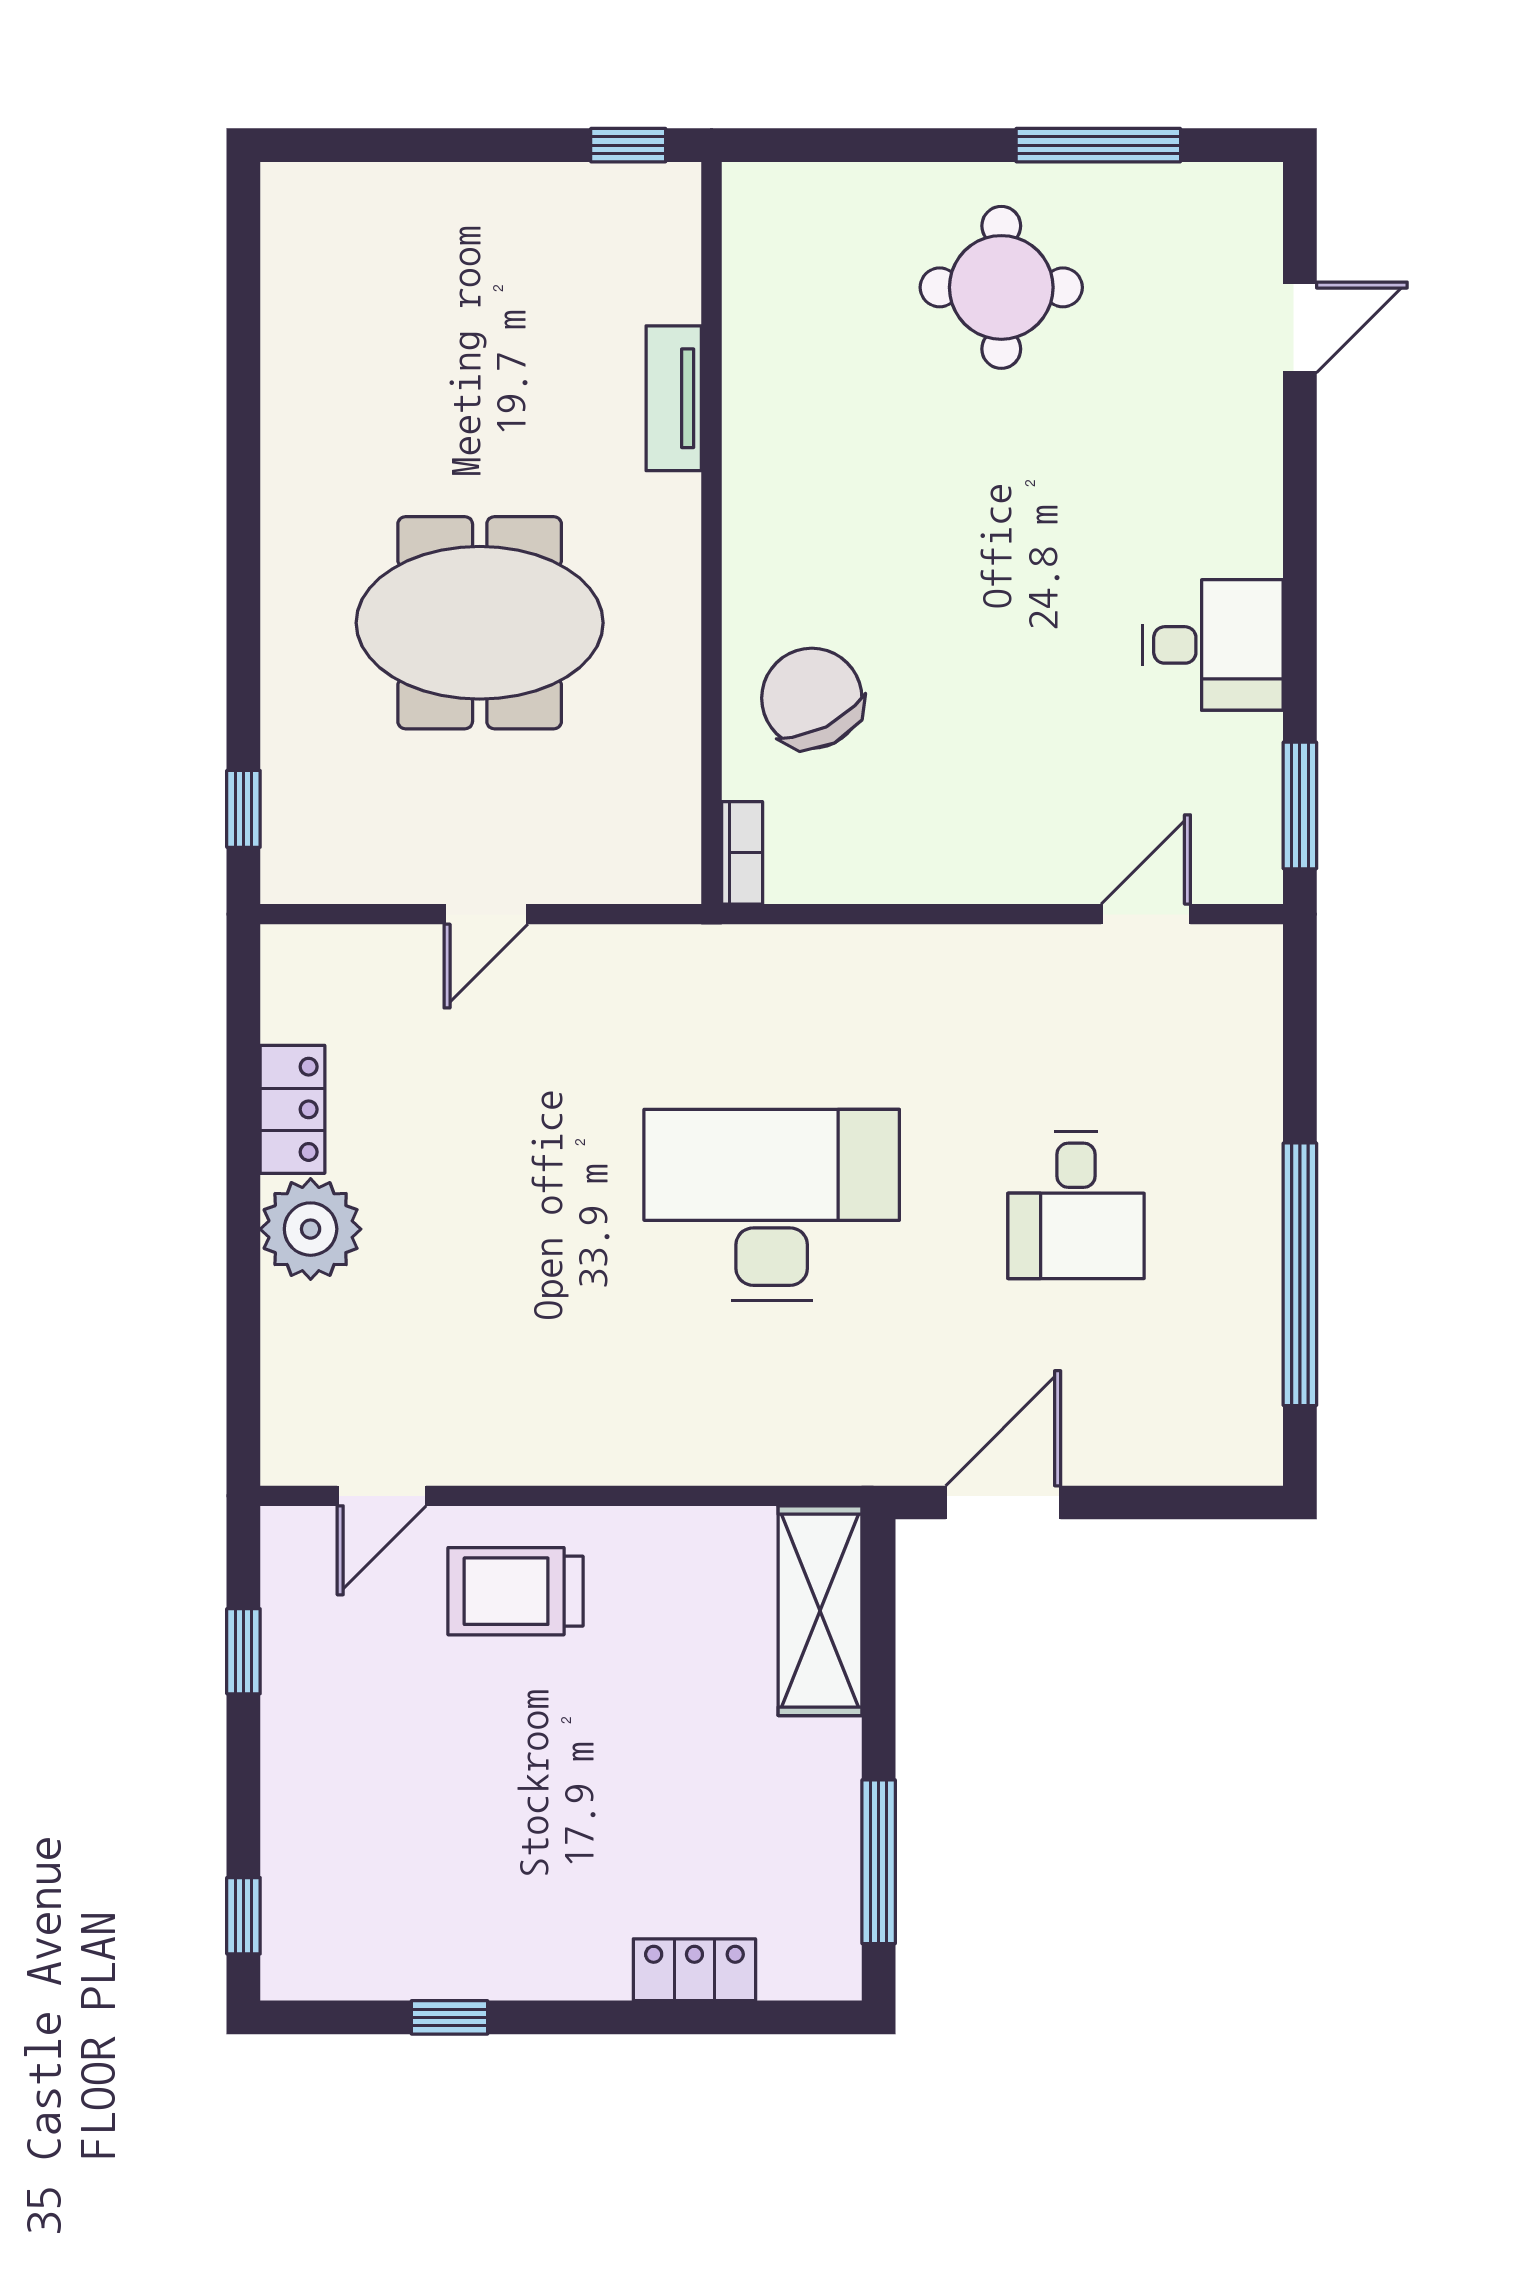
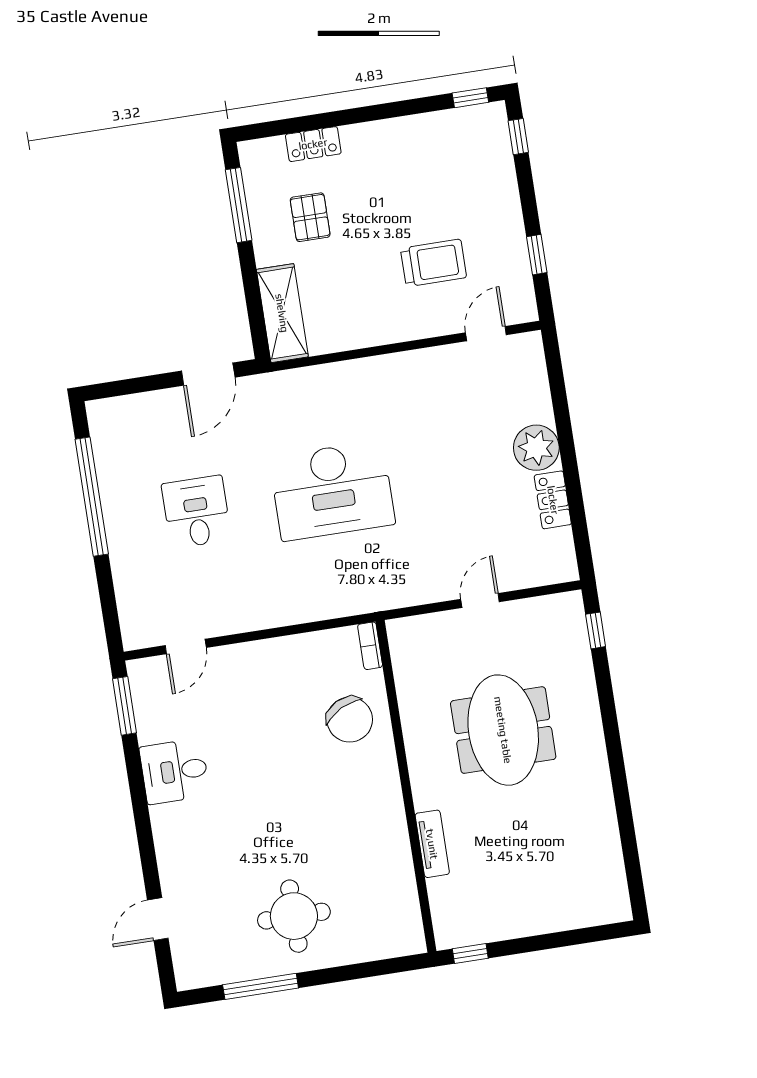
meeting table: (480, 623) -> (503, 730), turned 90
trolley: (515, 1591) -> (434, 263), moved
pallet: (726, 1811) -> (310, 217), added
window: (450, 2017) -> (470, 98), moved

